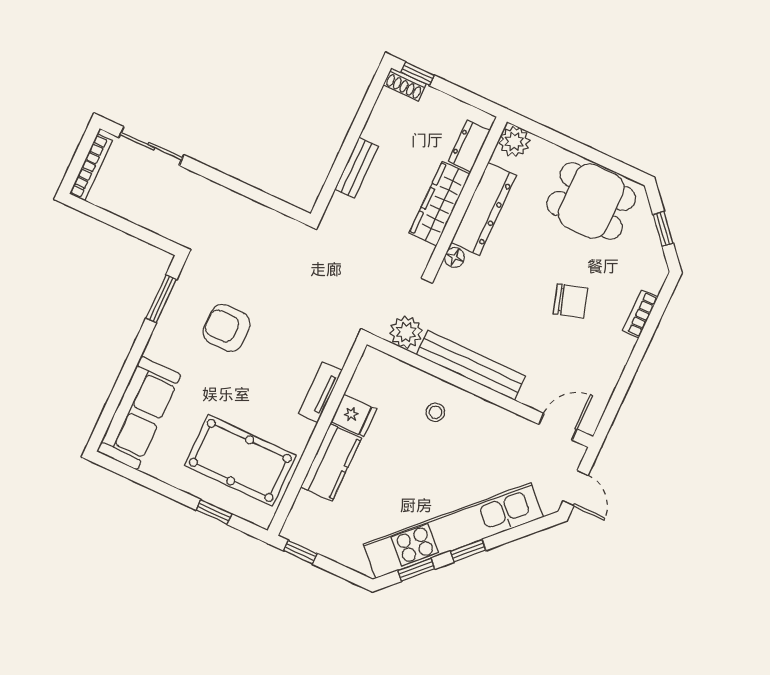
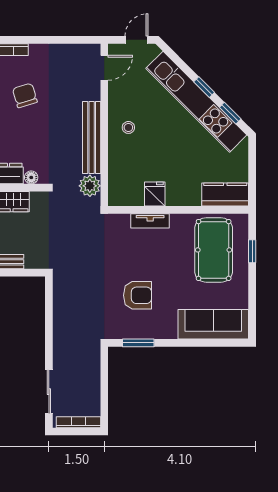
armchair: (227, 328) -> (138, 295), turned -90
stool: (435, 412) -> (128, 127), moved
door: (558, 427) -> (104, 68), swing flipped
kitchen counter: (331, 463) -> (225, 195), moved
window: (300, 552) -> (252, 188), removed

